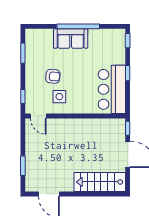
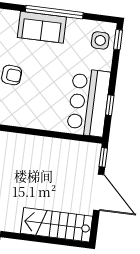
window: (128, 73) -> (110, 105), moved
side table: (59, 97) -> (100, 40), moved

